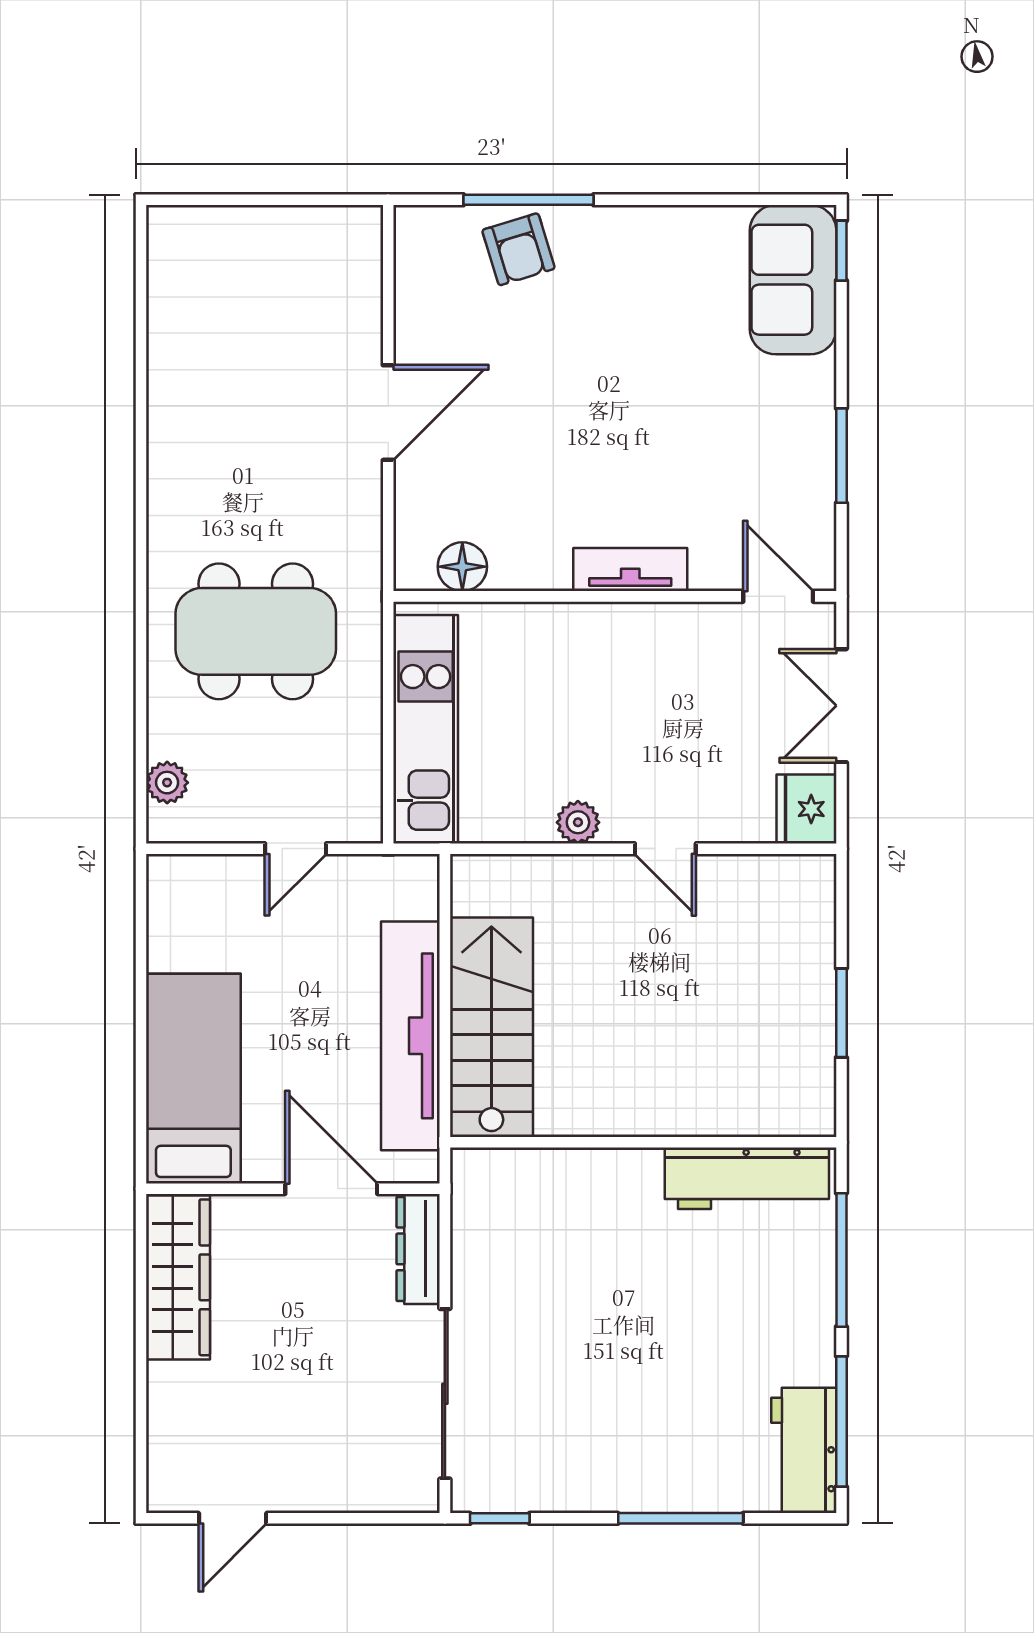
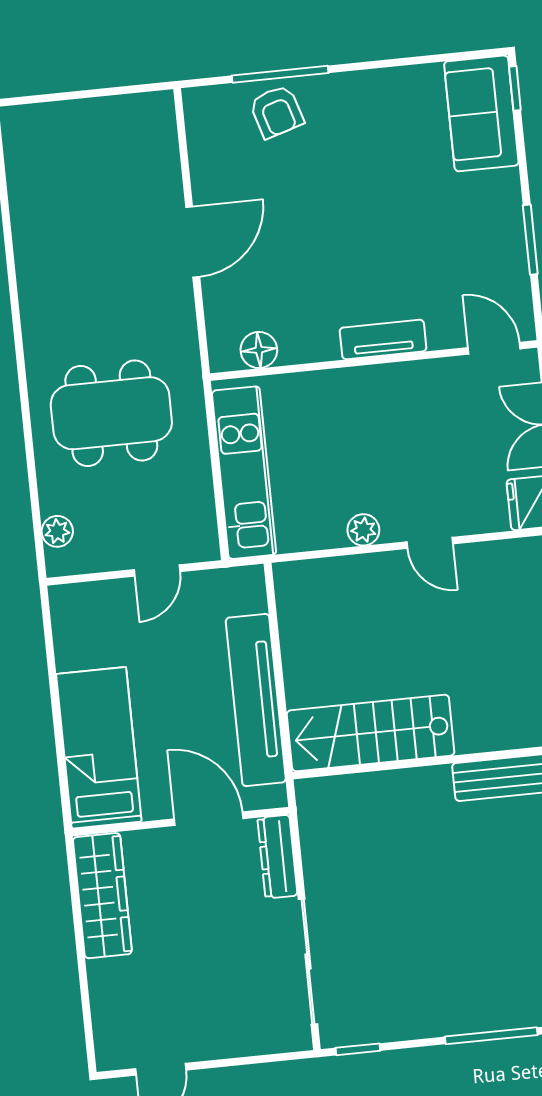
stairs: (491, 1027) -> (371, 733), moved, turned -90

